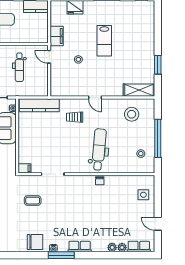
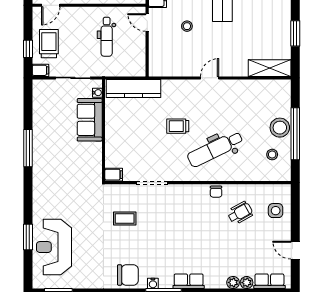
door: (95, 97) -> (210, 78), swing flipped
stool: (132, 114) -> (280, 128), moved
trolley: (75, 117) -> (178, 126), moved
dental chair: (99, 149) -> (215, 149), turned -121
wheelchair: (117, 196) -> (240, 213), added

